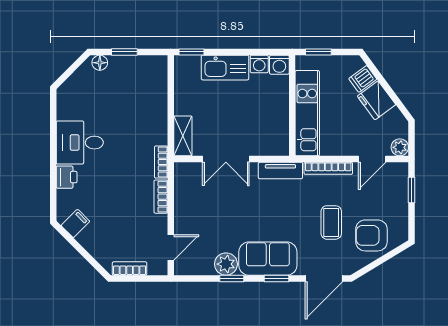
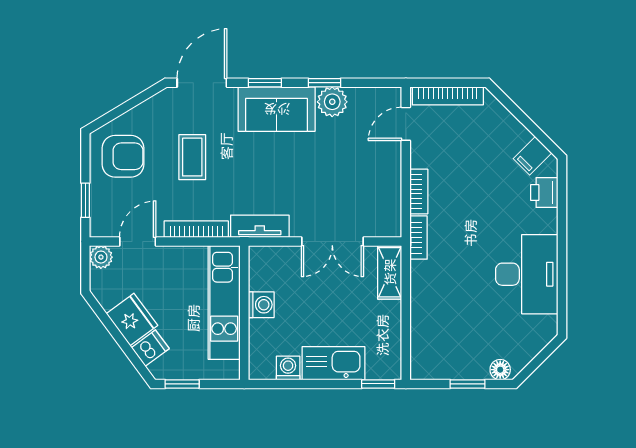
window: (318, 52) -> (182, 384), moved
washing machine: (279, 65) -> (261, 305), moved, turned 90
desk: (80, 143) -> (527, 274), width x1.37
double door: (226, 159) -> (332, 241), swing flipped
printer: (67, 177) -> (544, 192), moved
armchair: (371, 235) -> (123, 156), moved
bookcase: (130, 269) -> (448, 96), width x1.56

